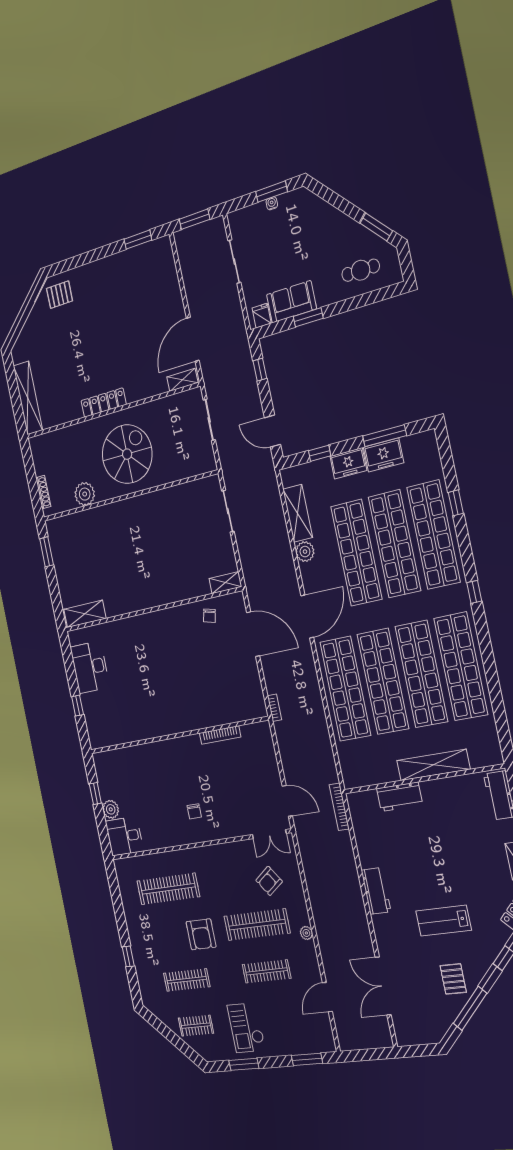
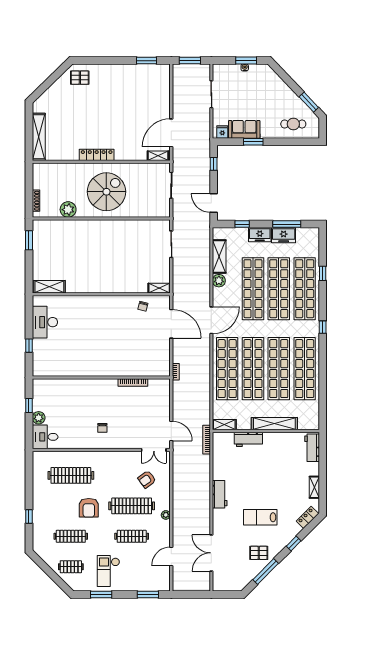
shelving: (360, 779) -> (224, 425), added
pallet: (453, 979) -> (259, 553), turned 90

